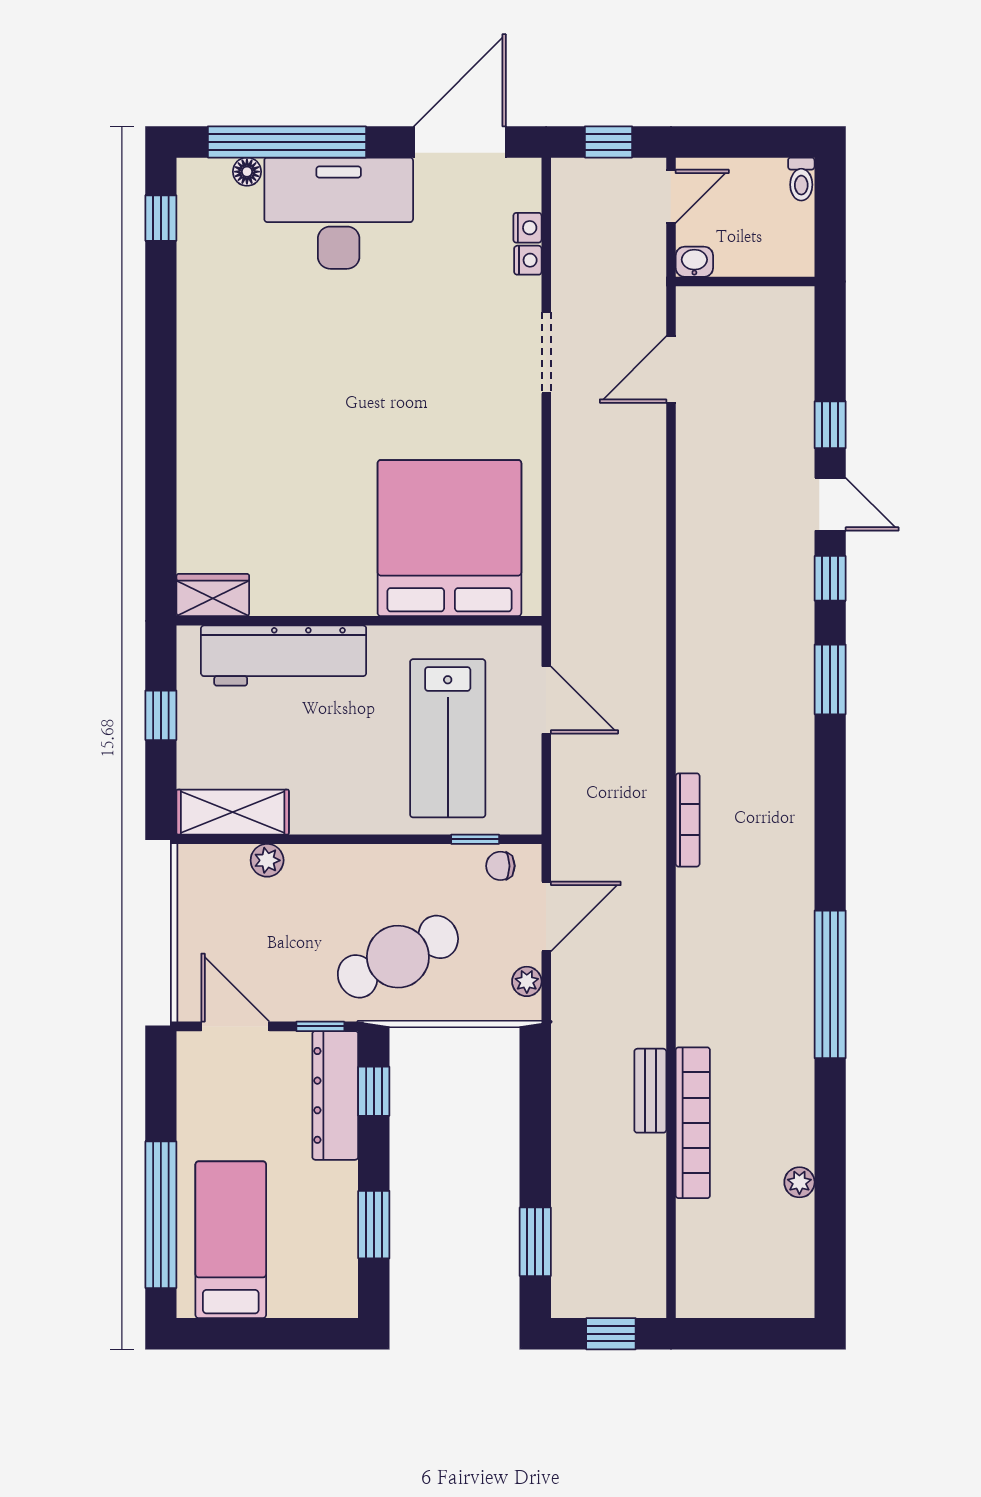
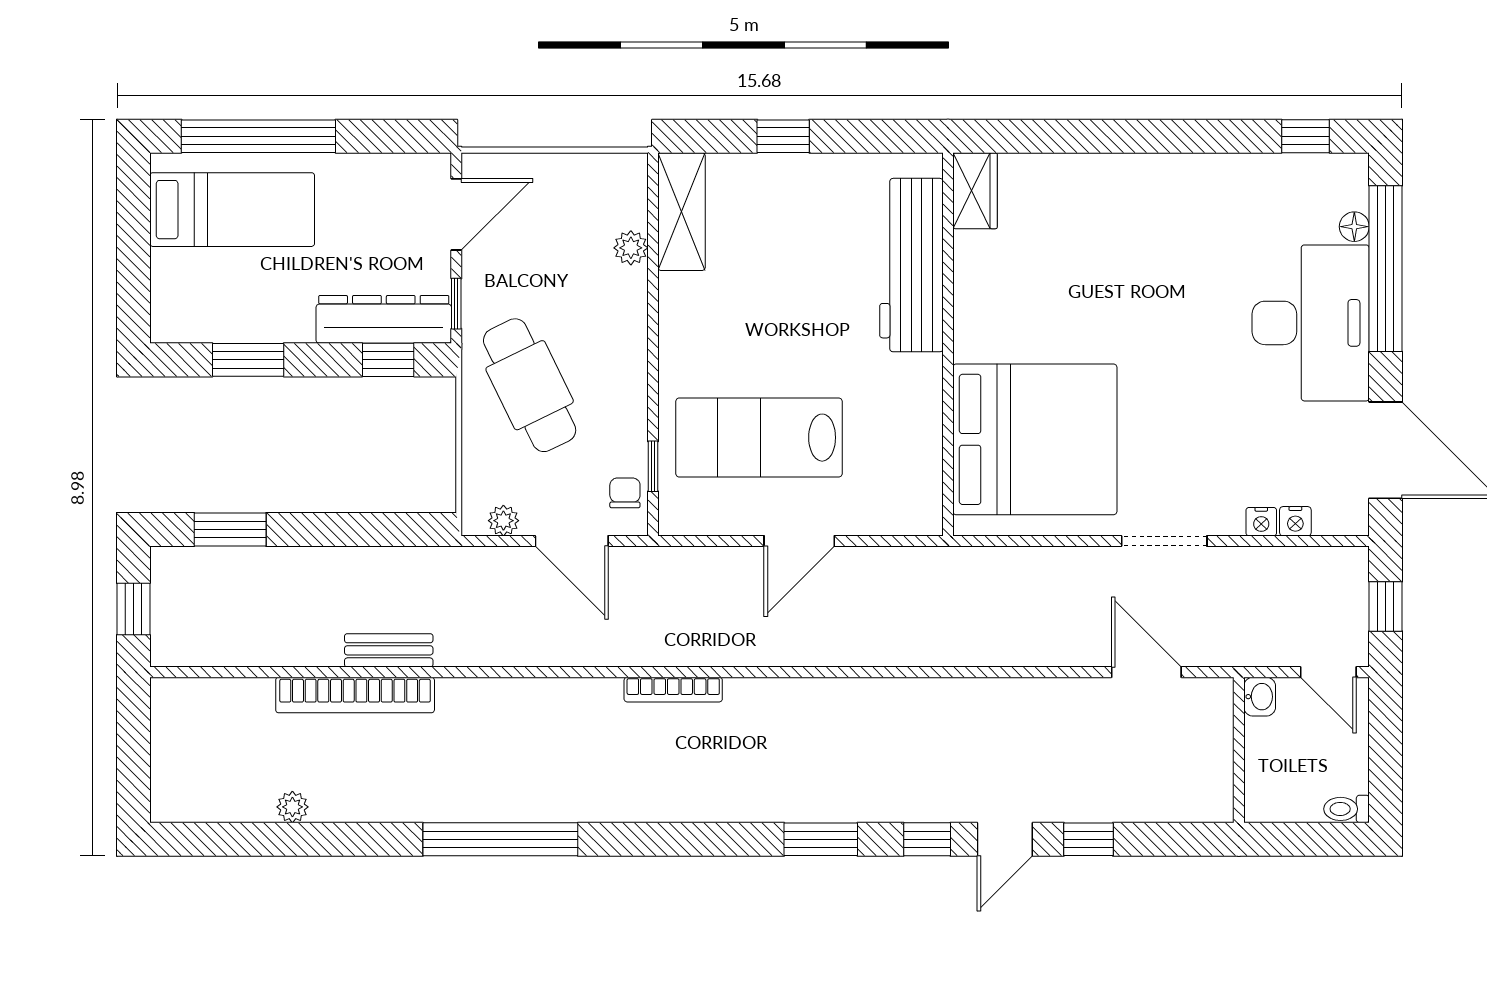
bed: (449, 538) -> (1035, 439), moved
wardrobe: (213, 595) -> (975, 191), moved
wall: (359, 621) -> (948, 344), moved
workbench: (284, 656) -> (911, 265), moved

